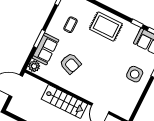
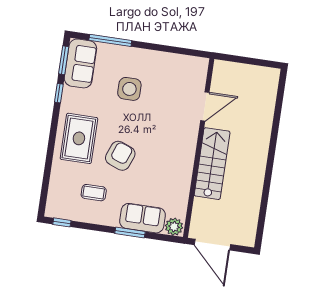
armchair: (70, 64) -> (120, 156), moved
side table: (135, 74) -> (129, 89), moved

